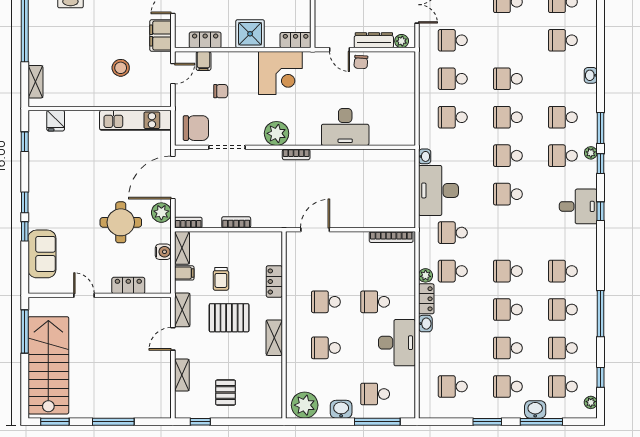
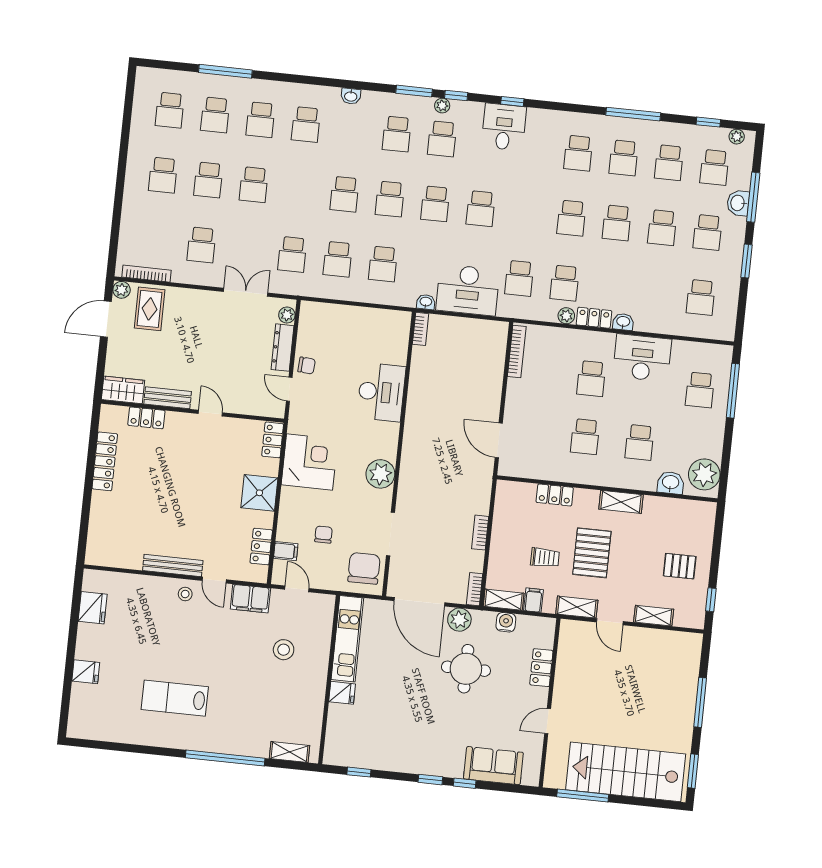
door: (339, 50) -> (289, 389), swing flipped
fridge: (56, 121) -> (342, 693), moved
bookcase: (296, 154) -> (421, 329), moved
washbasin: (341, 409) -> (671, 483), moved, turned 90

